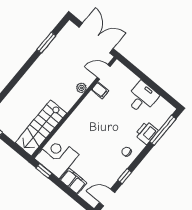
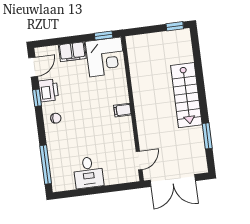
plant: (81, 88) -> (143, 130), removed
filing cabinet: (100, 90) -> (122, 110), moved
stairs: (41, 128) -> (186, 95), moved, turned 180
printer: (147, 133) -> (49, 90), moved

